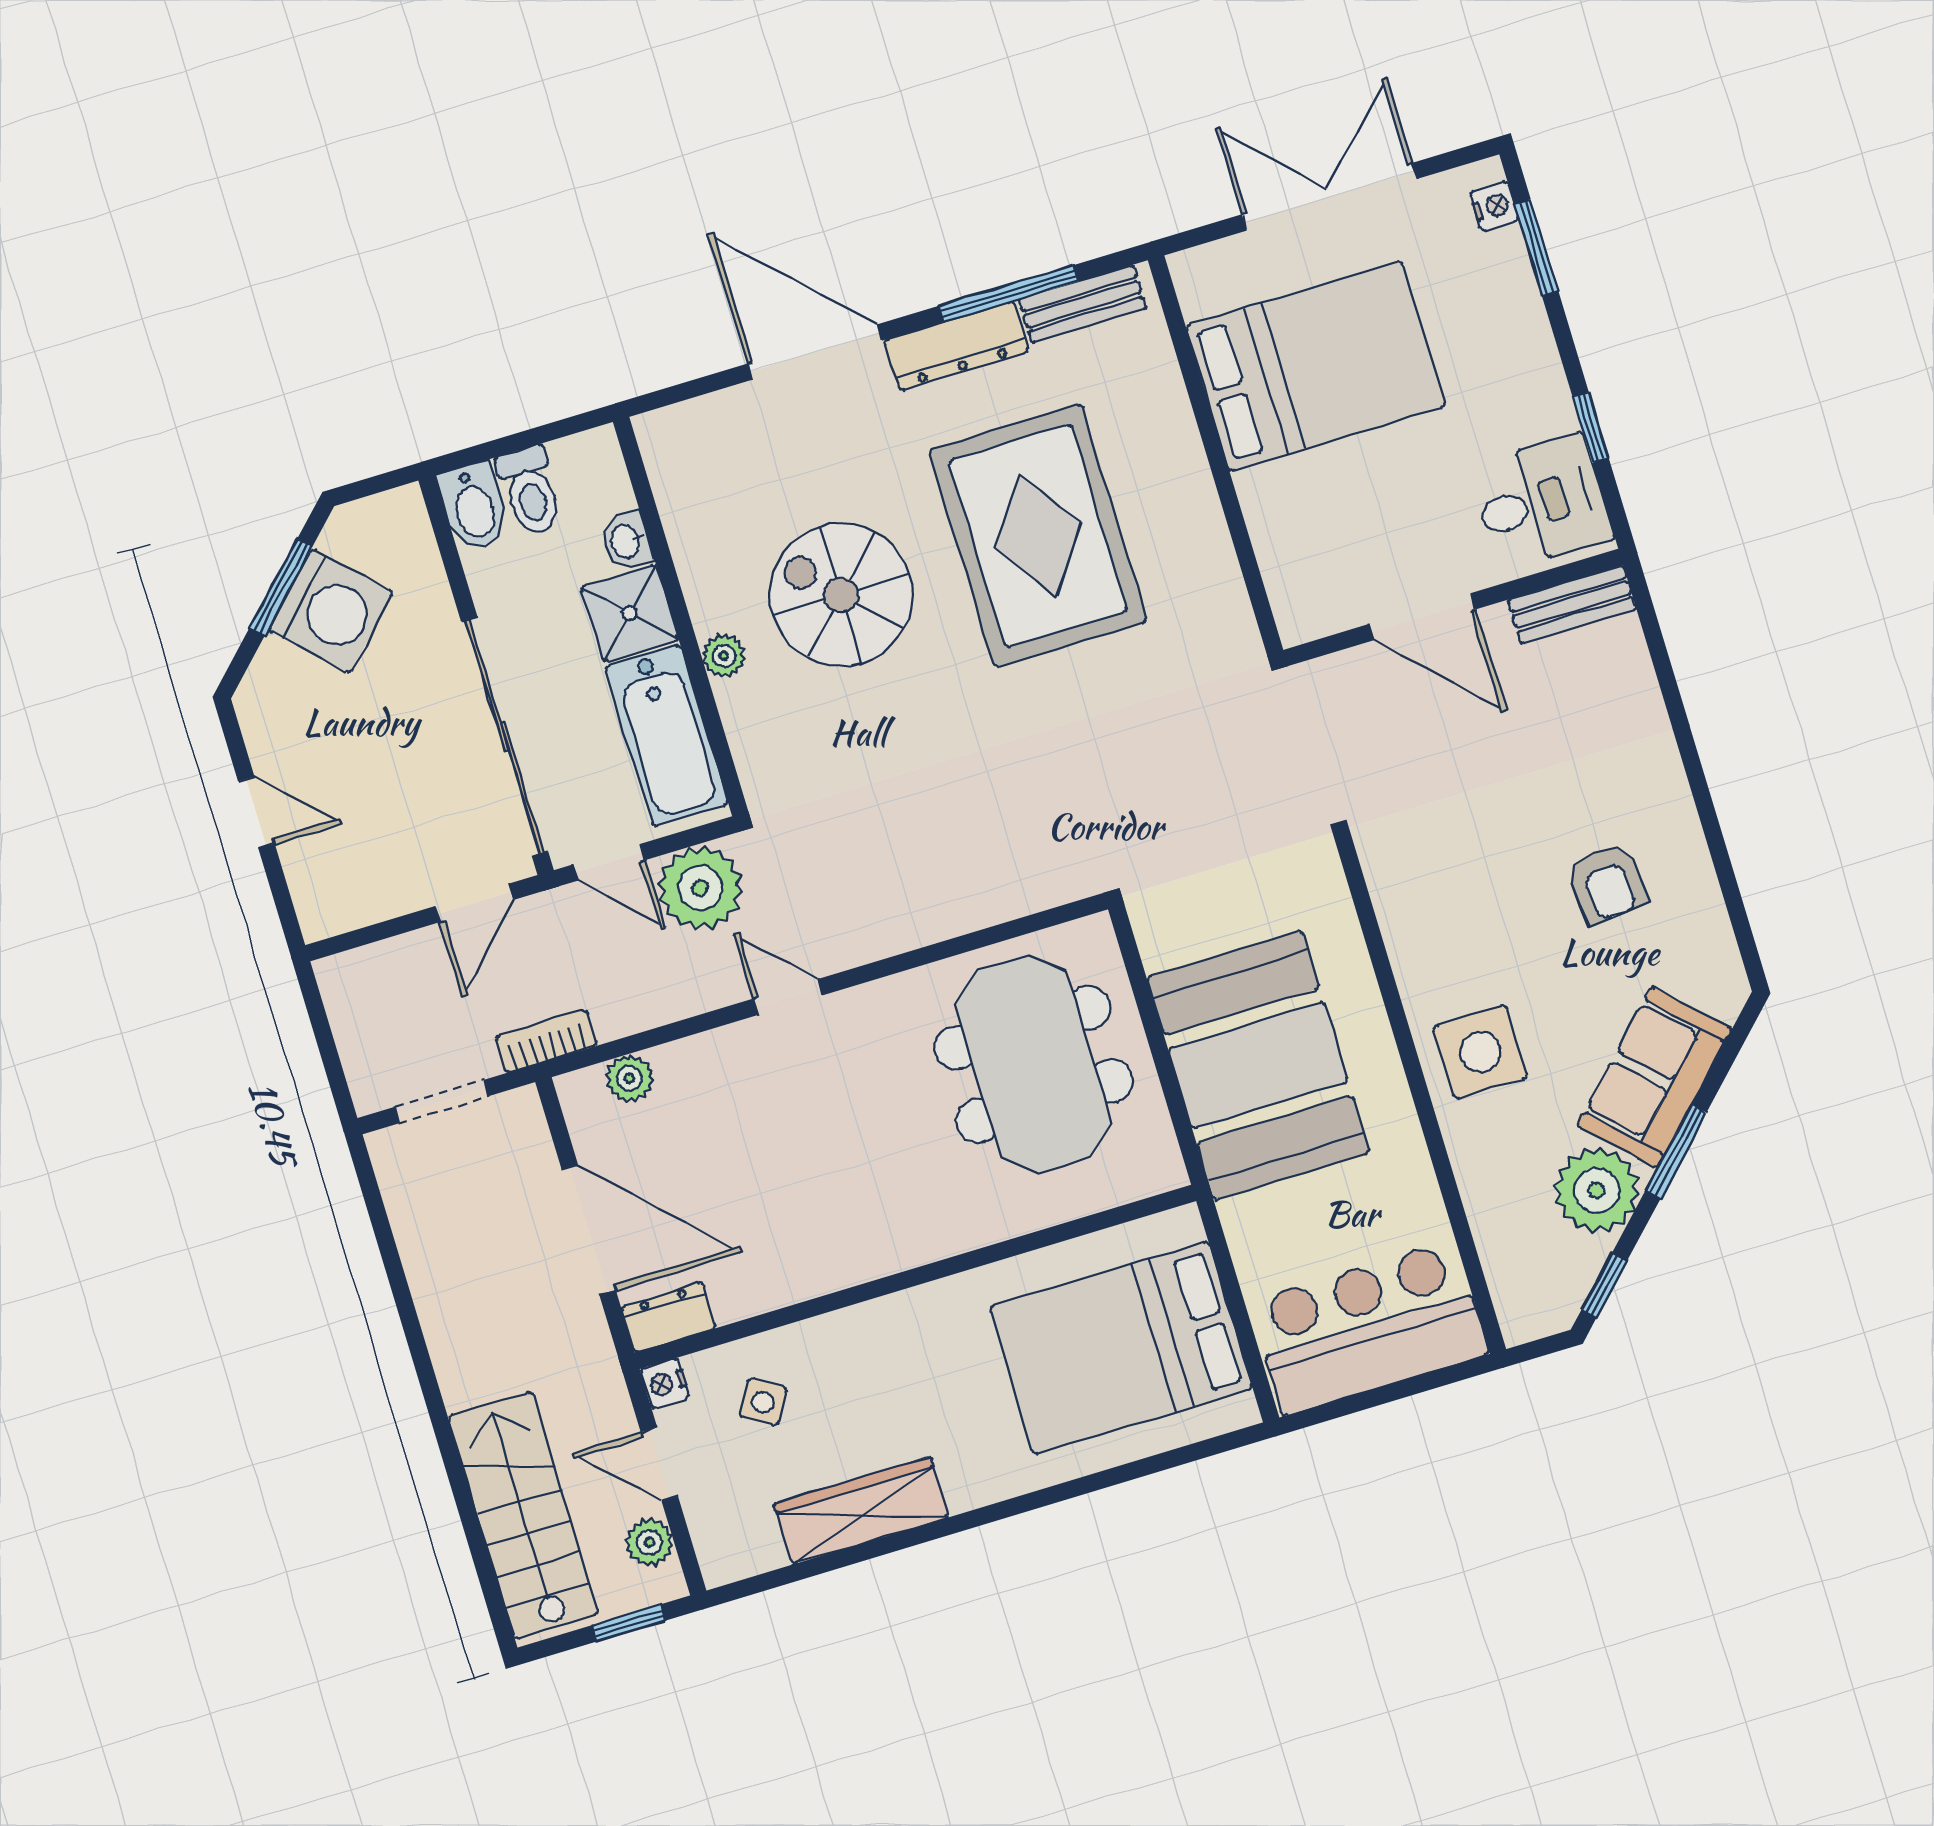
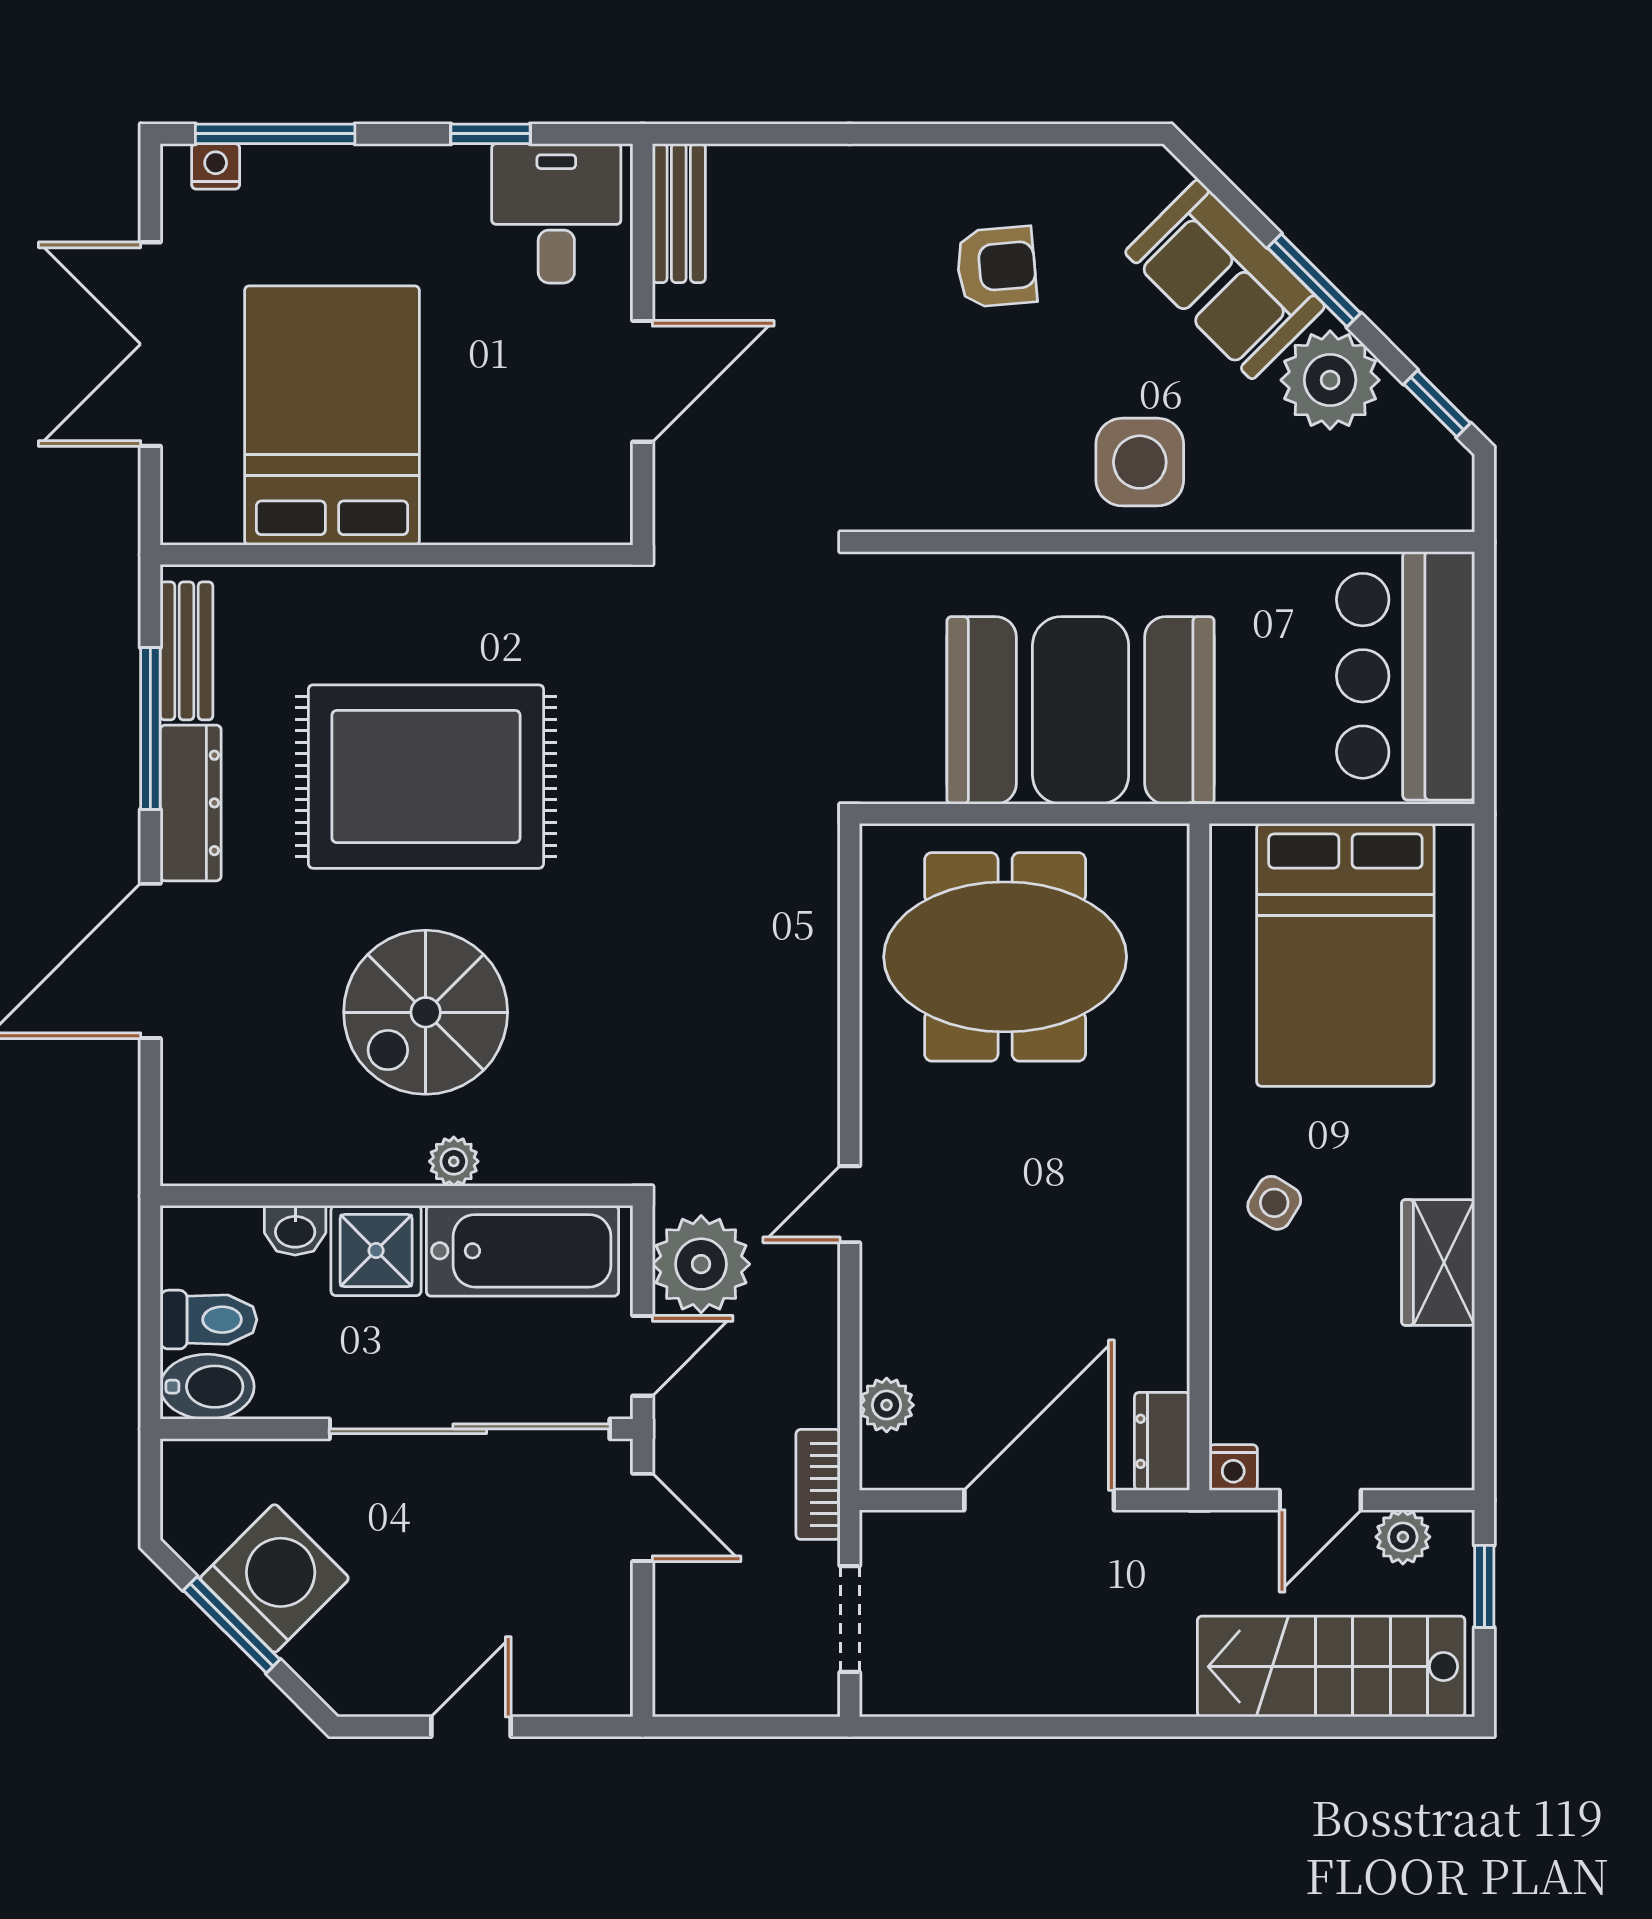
window: (1536, 248) -> (275, 134), width x1.44
side table: (763, 1402) -> (1274, 1203), moved
wardrobe: (861, 1511) -> (1438, 1262), width x0.67

